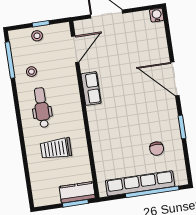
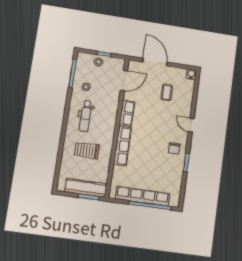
coffee table: (133, 47) -> (167, 92), added
door: (175, 79) -> (191, 125), width x0.53
dental chair: (42, 108) -> (85, 116), turned 180
row of seats: (98, 130) -> (122, 146), added
chair: (157, 149) -> (174, 148), moved
kitchen counter: (77, 192) -> (86, 188), width x1.50

